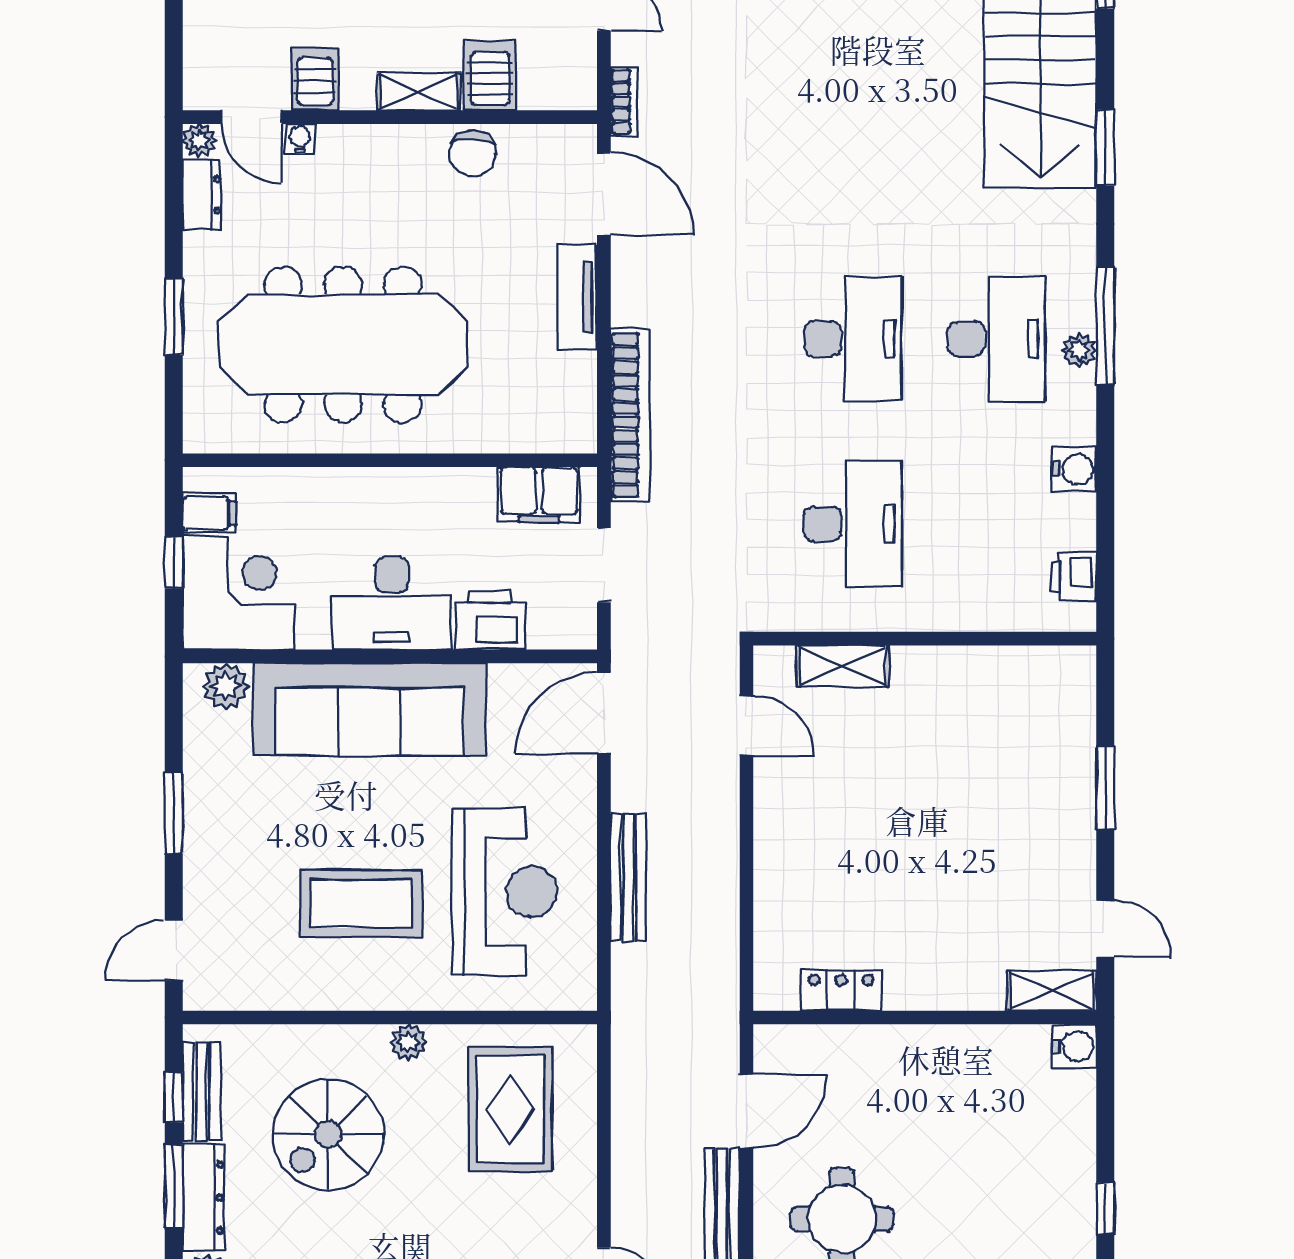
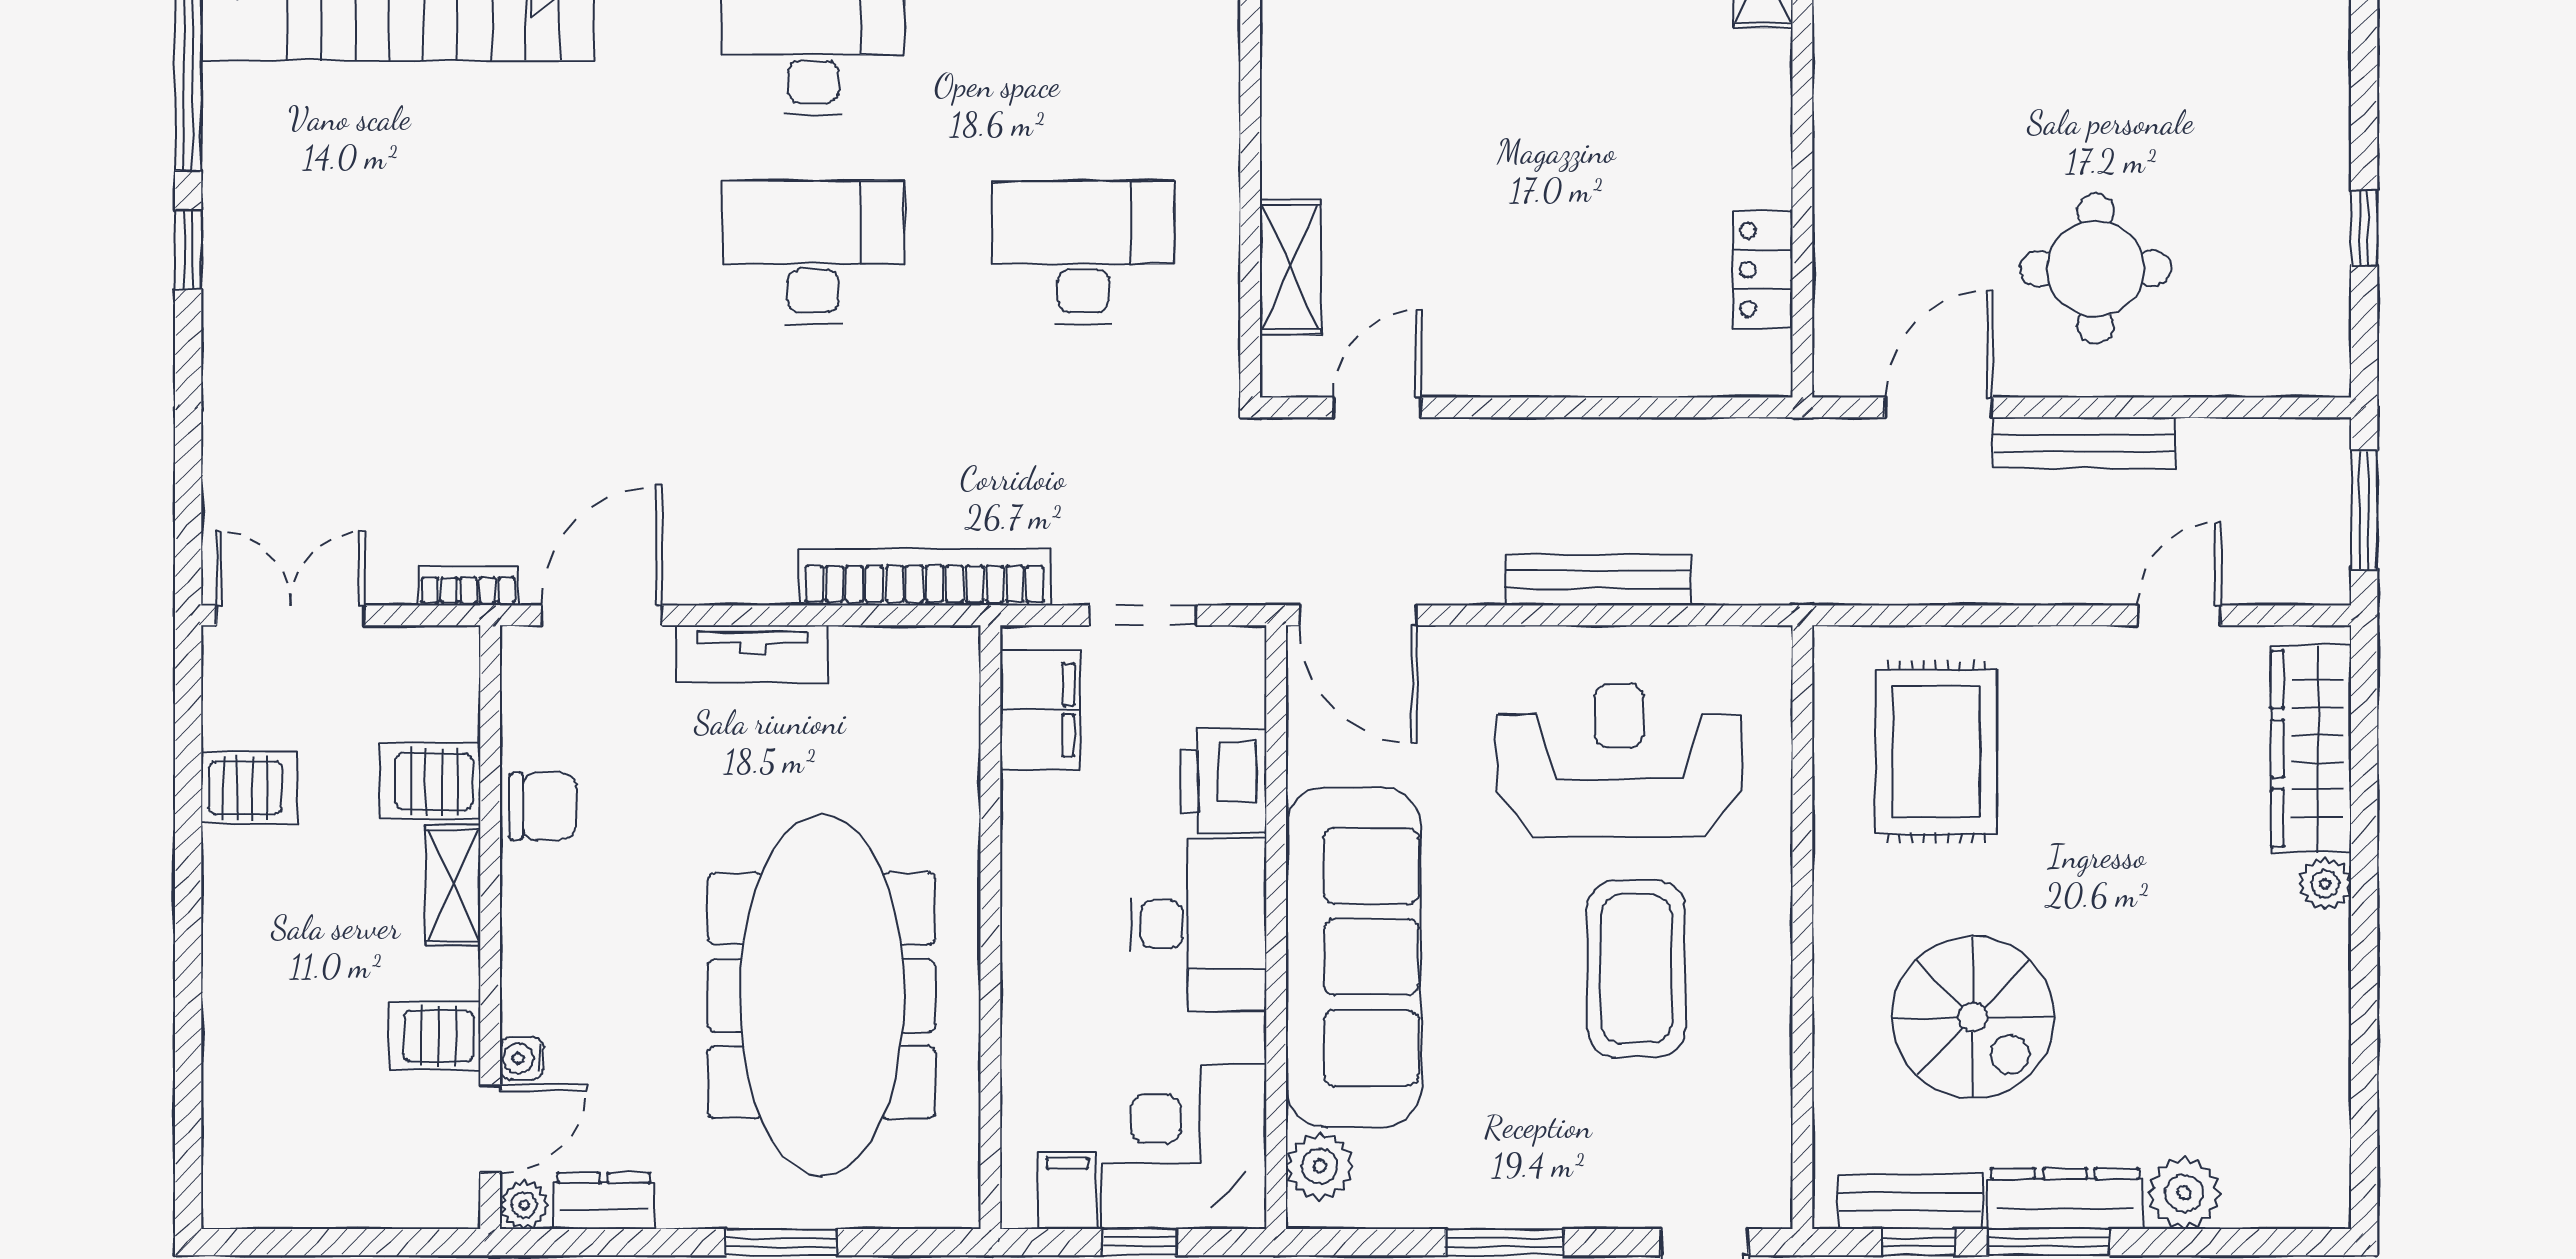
plant: (408, 1042) -> (1839, 900), removed
rug: (510, 1109) -> (1936, 751), turned 90
door: (746, 1111) -> (1939, 407), hinge flipped

